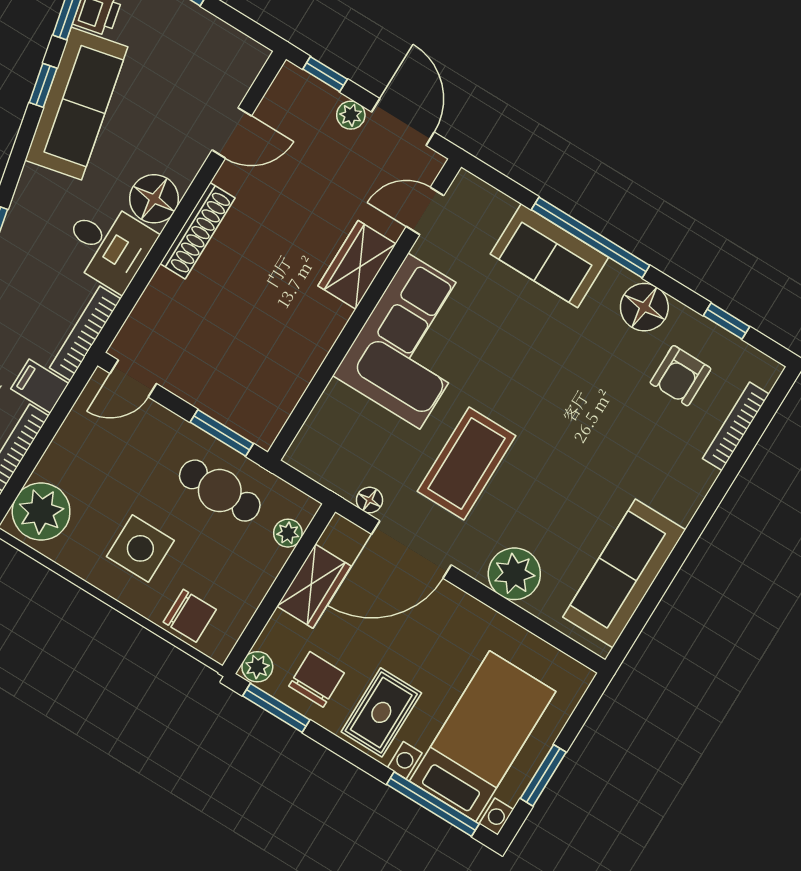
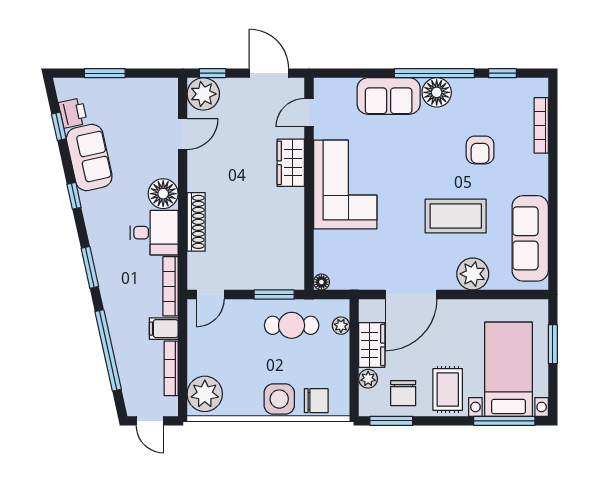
window: (43, 85) -> (74, 196), moved
sofa: (76, 103) -> (89, 158), width x0.73
plant: (351, 115) -> (203, 94), moved, width x1.88, depth x1.88
shoe rack: (197, 231) -> (196, 222), moved
window: (591, 237) -> (434, 73), moved
floor lamp: (644, 307) -> (437, 92), moved
armchair: (680, 376) -> (480, 150), moved
coffee table: (466, 463) -> (456, 216), moved, turned 90
floor lamp: (370, 500) -> (321, 282), moved
side table: (140, 548) -> (279, 399), moved
plant: (257, 667) -> (368, 379), moved
chair: (317, 679) -> (403, 393), turned 180
window: (543, 775) -> (553, 344), moved

